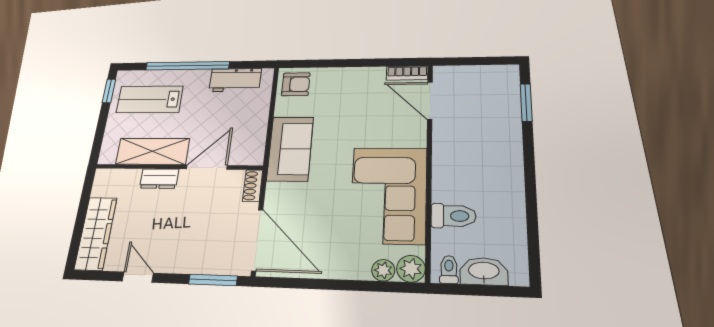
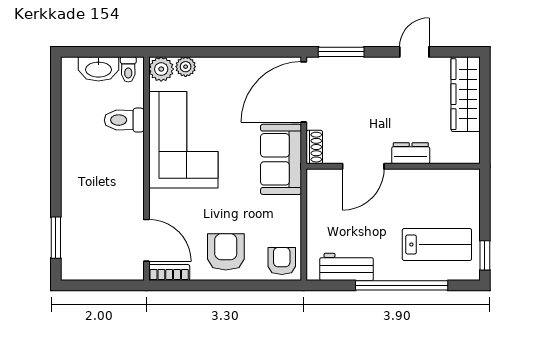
armchair: (296, 84) -> (282, 261), turned 90
armchair: (350, 91) -> (226, 252), added
sofa: (290, 149) -> (281, 159), moved
shelving: (153, 151) -> (423, 183), removed
door: (257, 240) -> (304, 92), hinge flipped
door: (138, 277) -> (414, 52), swing flipped

